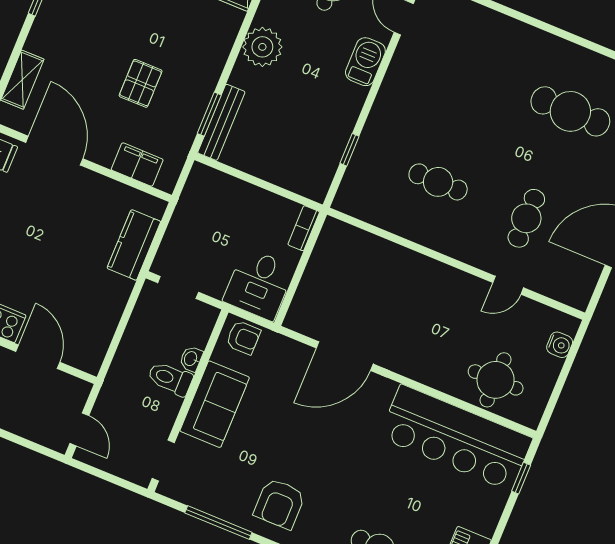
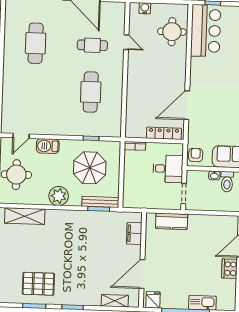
pallet: (141, 83) -> (96, 246), removed
parasol: (294, 126) -> (90, 168), added
cafe table: (438, 182) -> (91, 92), width x1.37, depth x1.35
desk: (259, 284) -> (168, 169), moved
locker: (307, 293) -> (164, 133), added
door: (345, 356) -> (187, 105), swing flipped
bar counter: (456, 438) -> (206, 31), width x0.73

